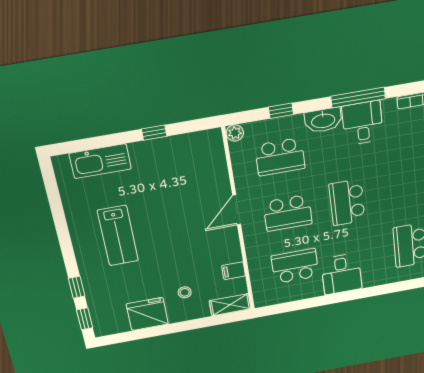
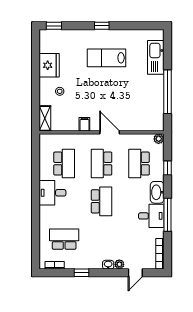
window: (154, 133) -> (167, 92), width x3.17
school desk: (347, 202) -> (102, 201), turned 90
filing cabinet: (234, 271) -> (84, 124), moved
window: (77, 287) -> (102, 26), moved

